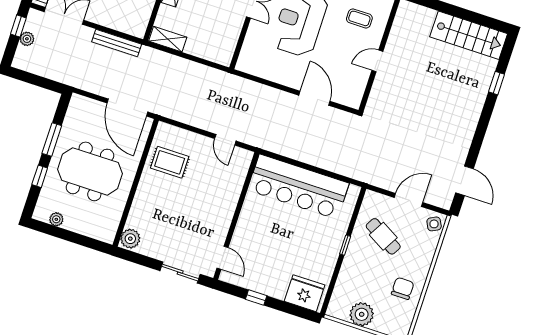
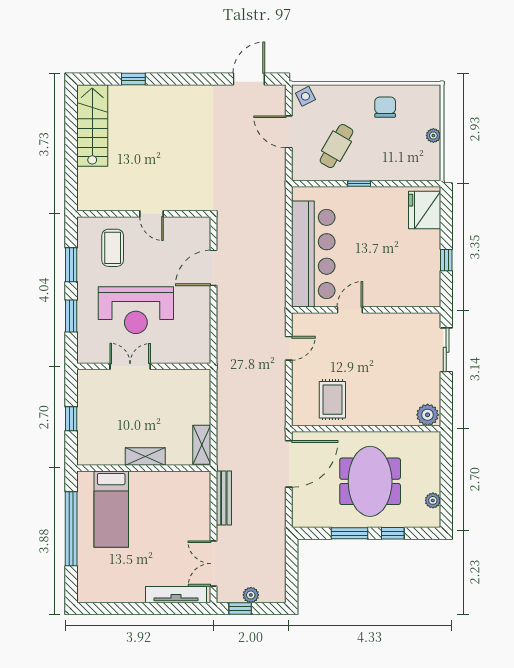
coffee table: (359, 18) -> (113, 248), width x1.36, depth x1.30
door: (223, 258) -> (350, 310), moved
chair: (403, 288) -> (385, 107), turned 90
plant: (362, 314) -> (433, 136), width x0.53, depth x0.53

